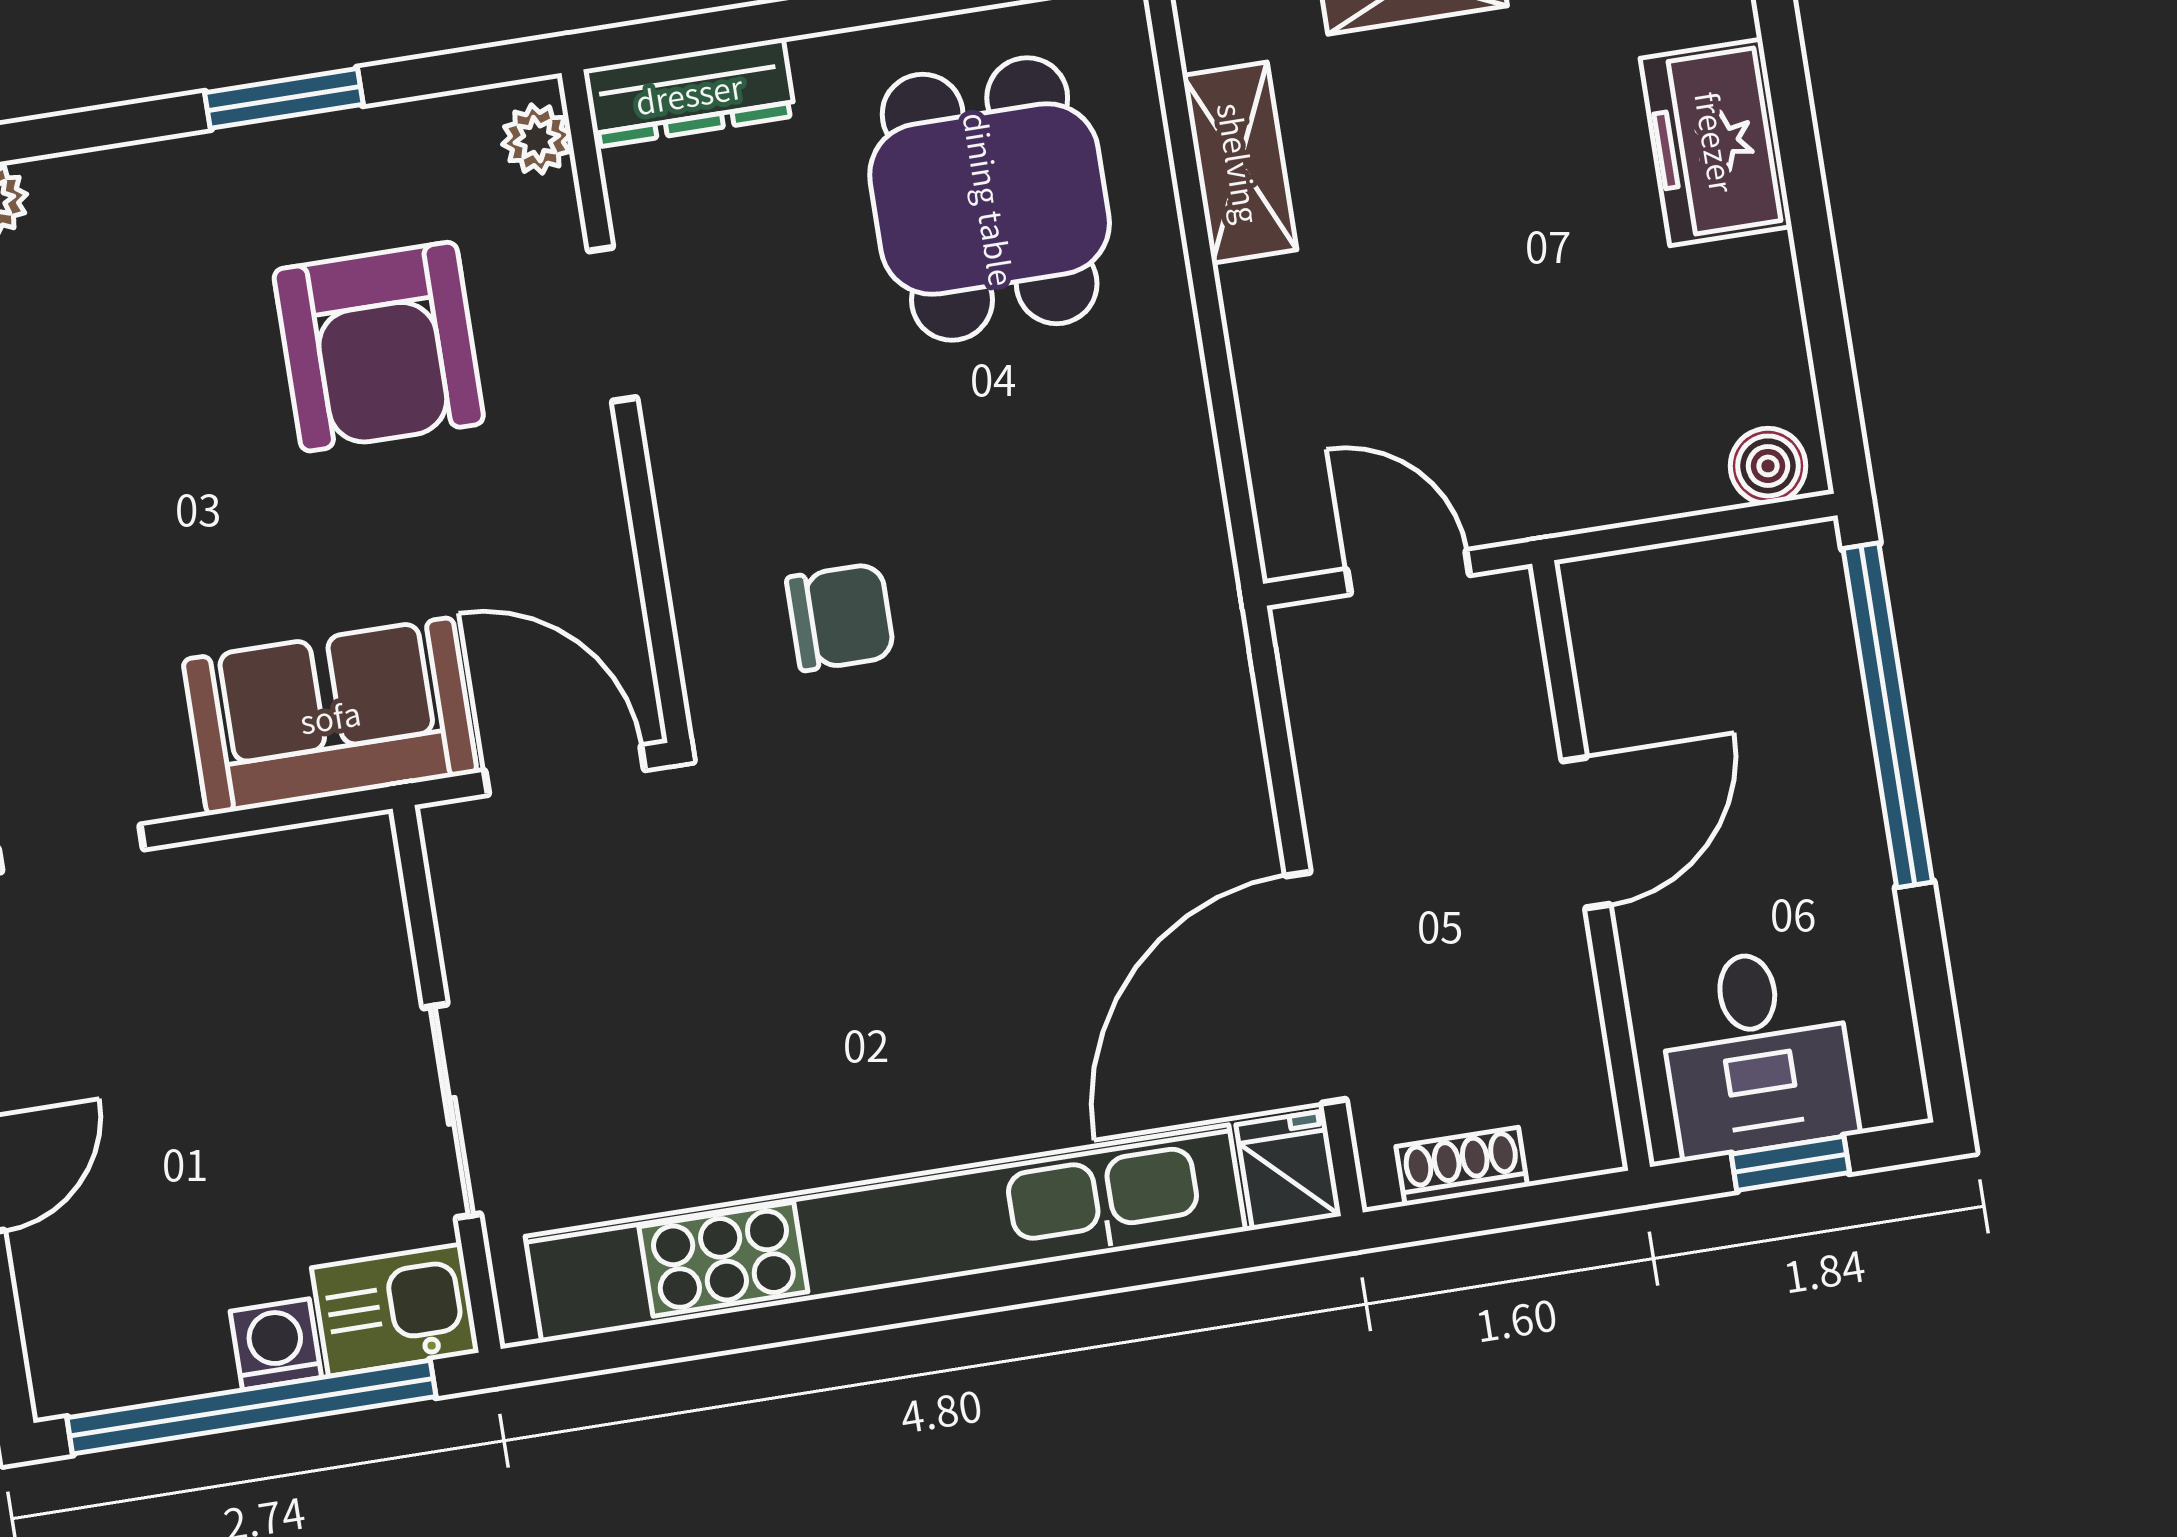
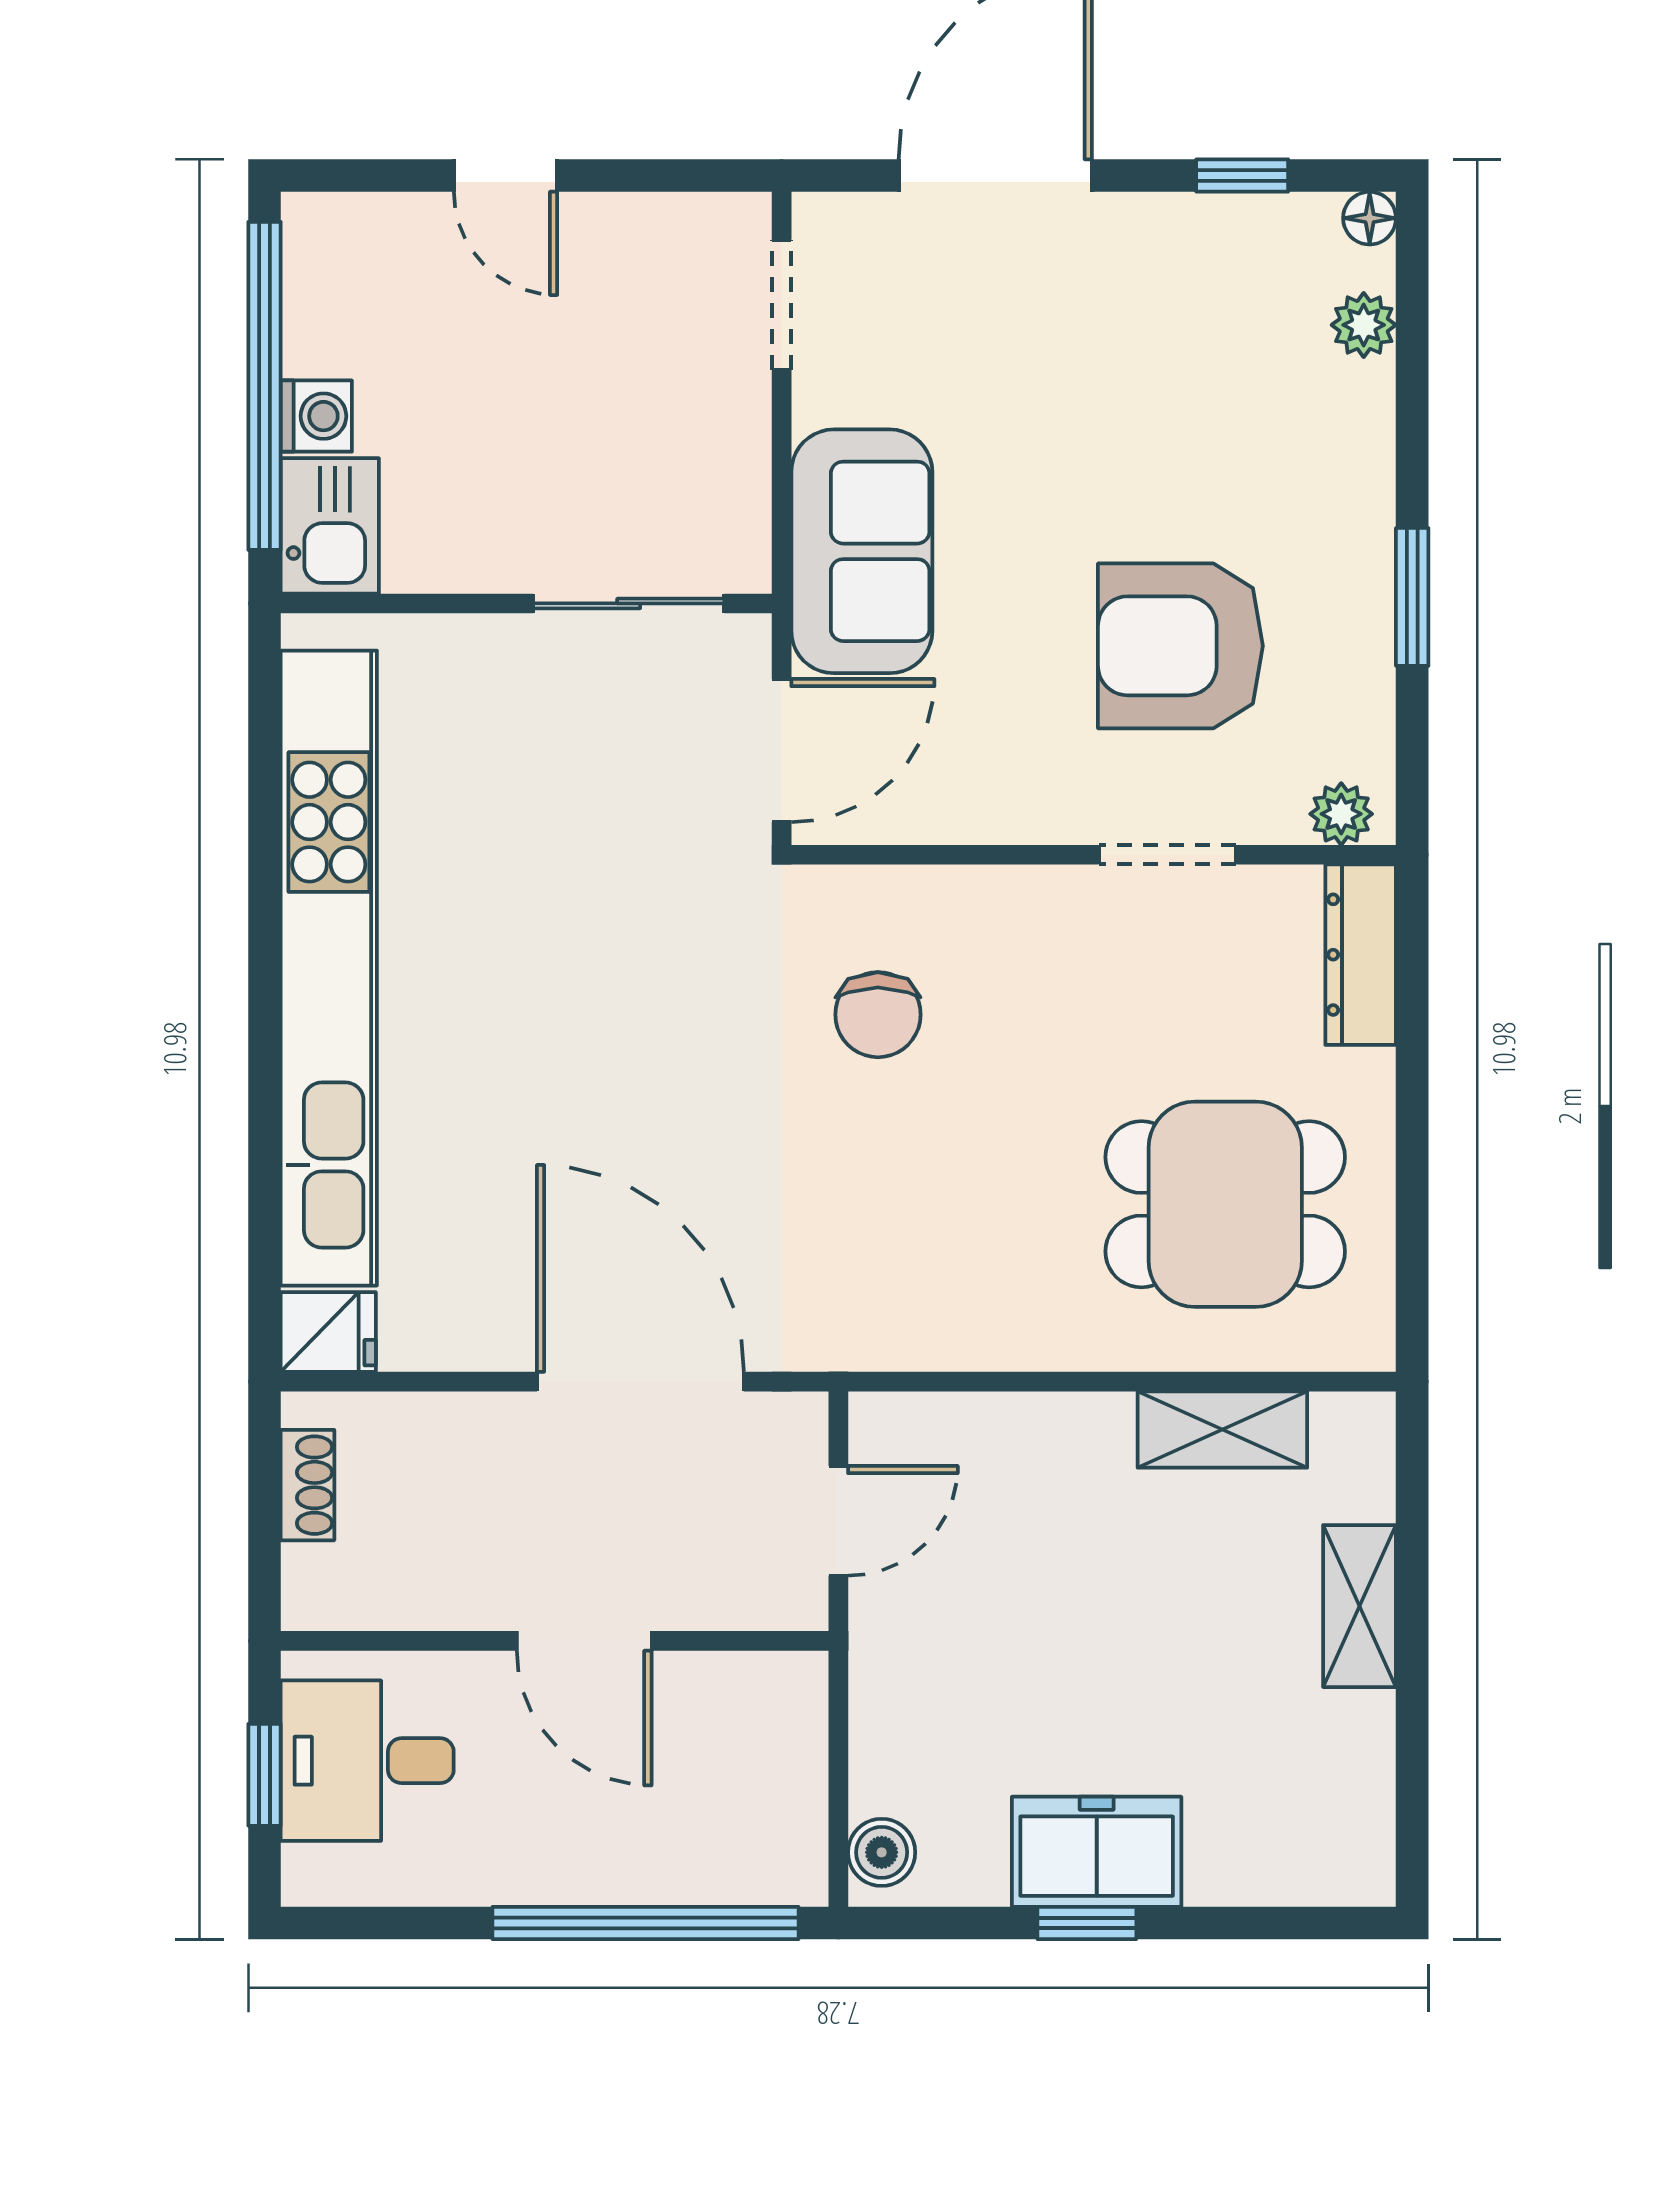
freezer: (1716, 142) -> (1097, 1852), moved
window: (1810, 226) -> (1087, 1923), added
door: (1316, 988) -> (640, 1382), moved
sliding door: (452, 1111) -> (629, 603), moved

